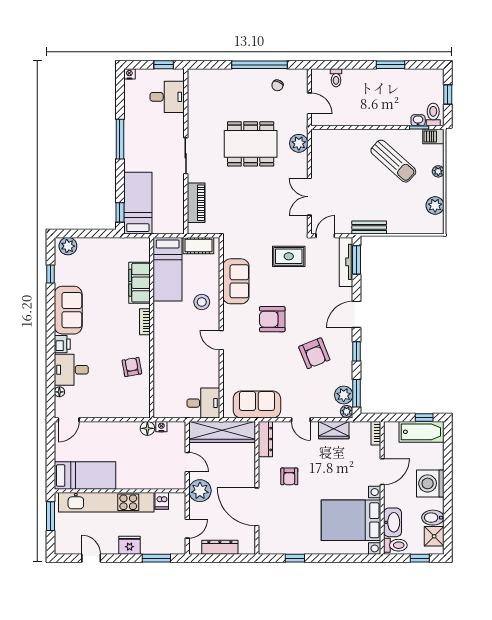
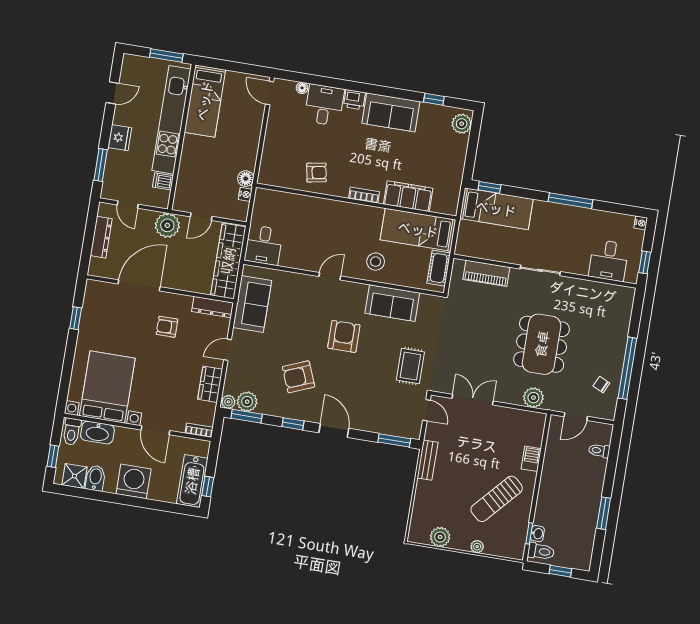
barbecue: (433, 136) -> (531, 459), moved
tv unit: (346, 262) -> (394, 428), removed

